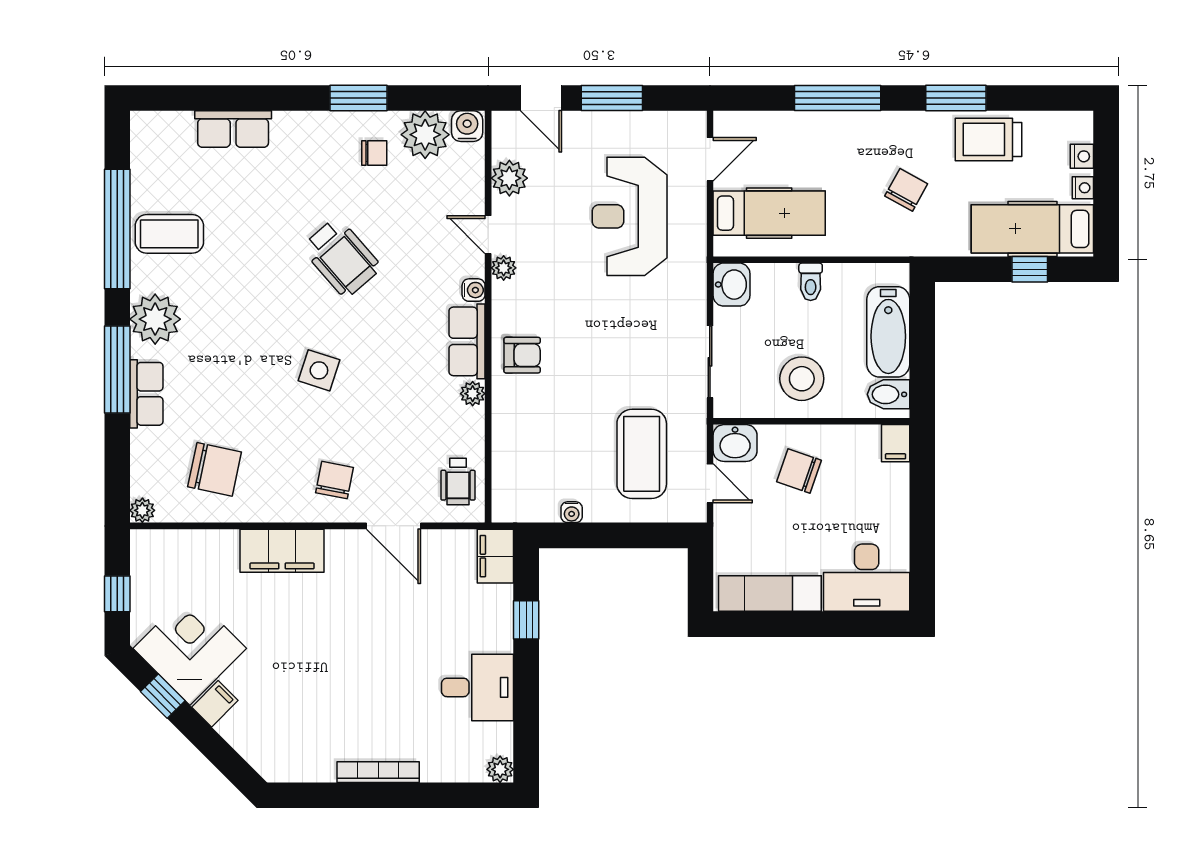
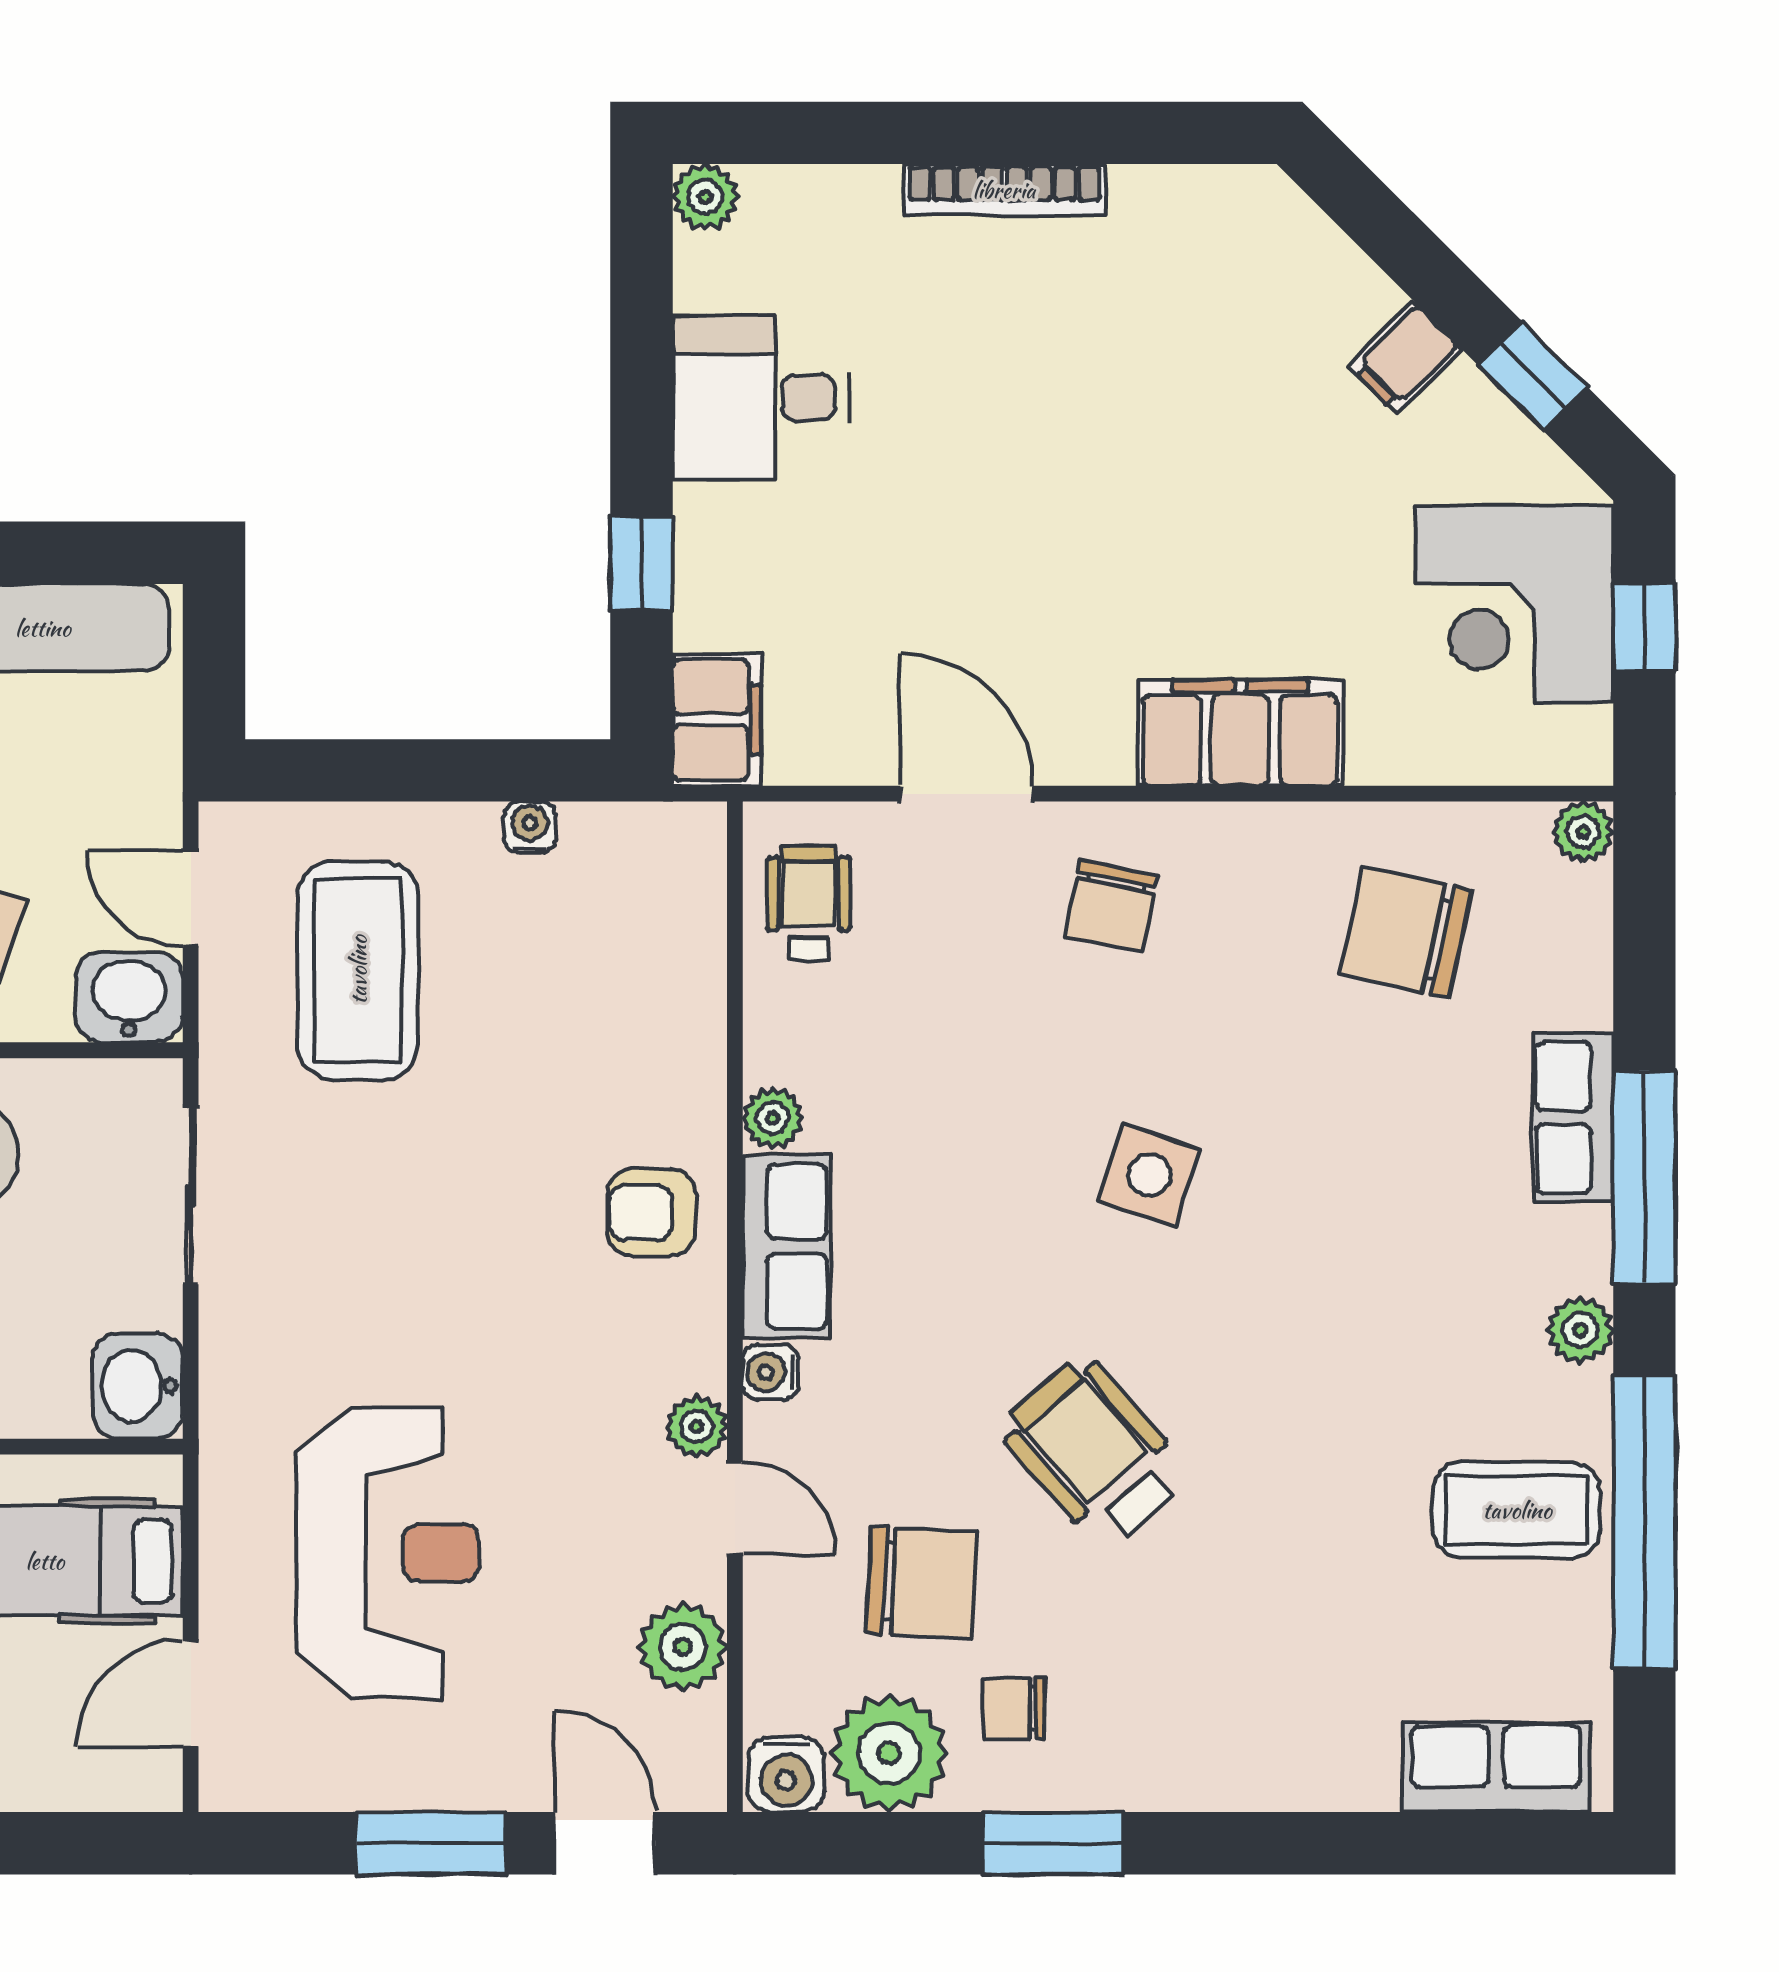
row of seats: (233, 129) -> (1496, 1767), moved
chair: (412, 204) -> (922, 1582), added
plant: (155, 319) -> (1580, 1330), width x0.53, depth x0.53
corner desk: (190, 648) -> (1515, 604), moved, turned 45

